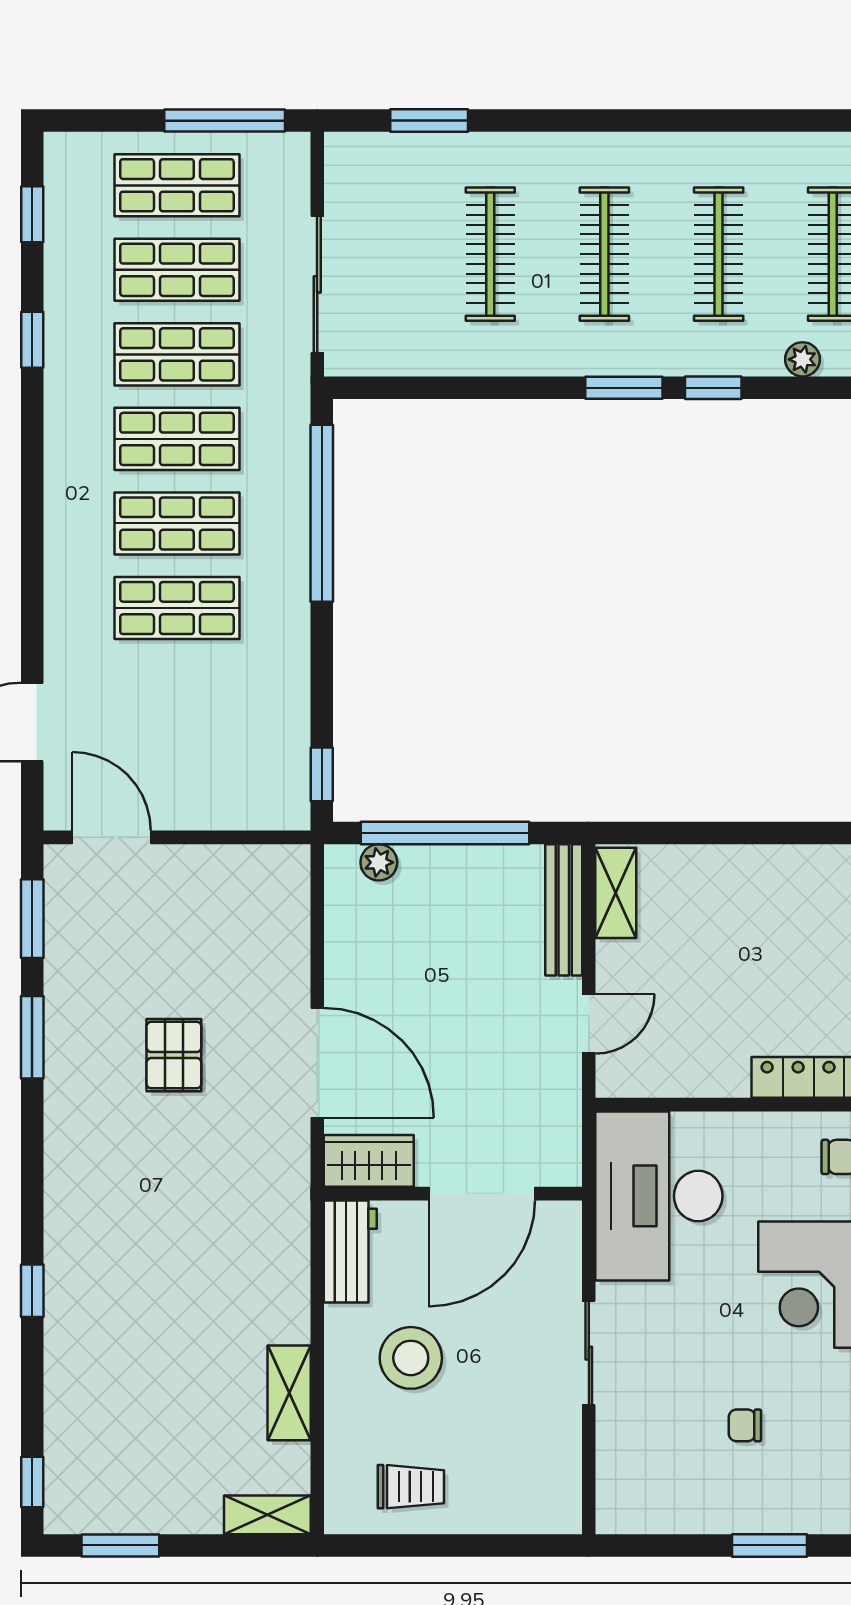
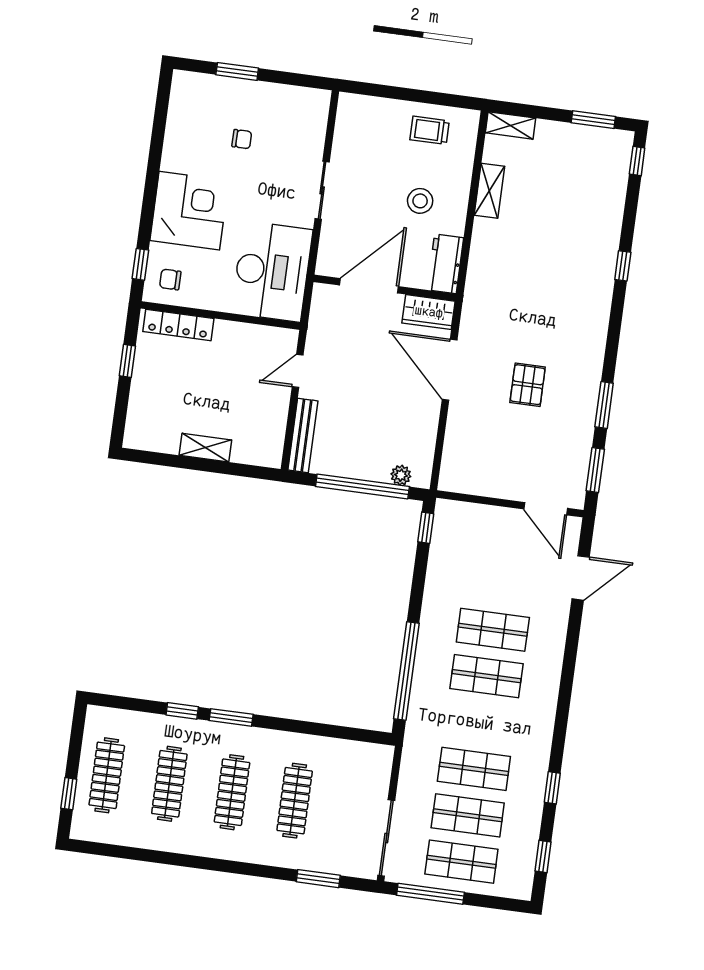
sliding door: (317, 284) -> (386, 838), moved
plant: (803, 359) -> (131, 720), removed
shop shelf: (177, 439) -> (480, 723), removed
shelving: (616, 893) -> (205, 448), moved, turned 90
stool: (411, 1358) -> (420, 201), width x0.73, depth x0.73

